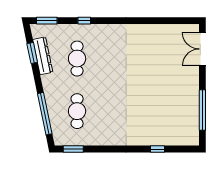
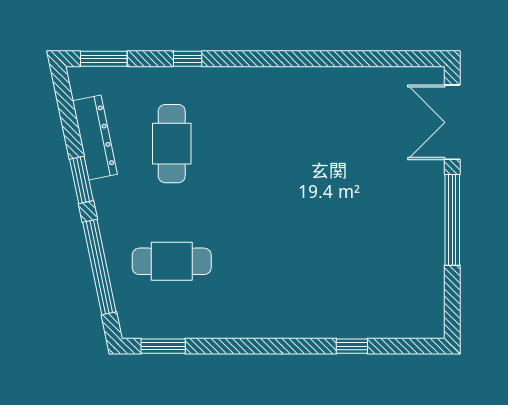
window: (32, 53) -> (81, 180), moved
window: (202, 110) -> (452, 220), moved
cafe table: (77, 111) -> (172, 261), turned 90

